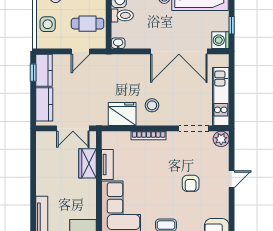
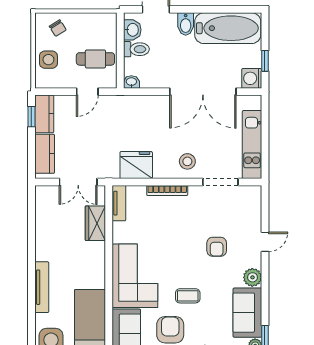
stool: (152, 105) -> (187, 161), moved
plant: (221, 139) -> (252, 277), moved
tv unit: (107, 165) -> (119, 203), moved

